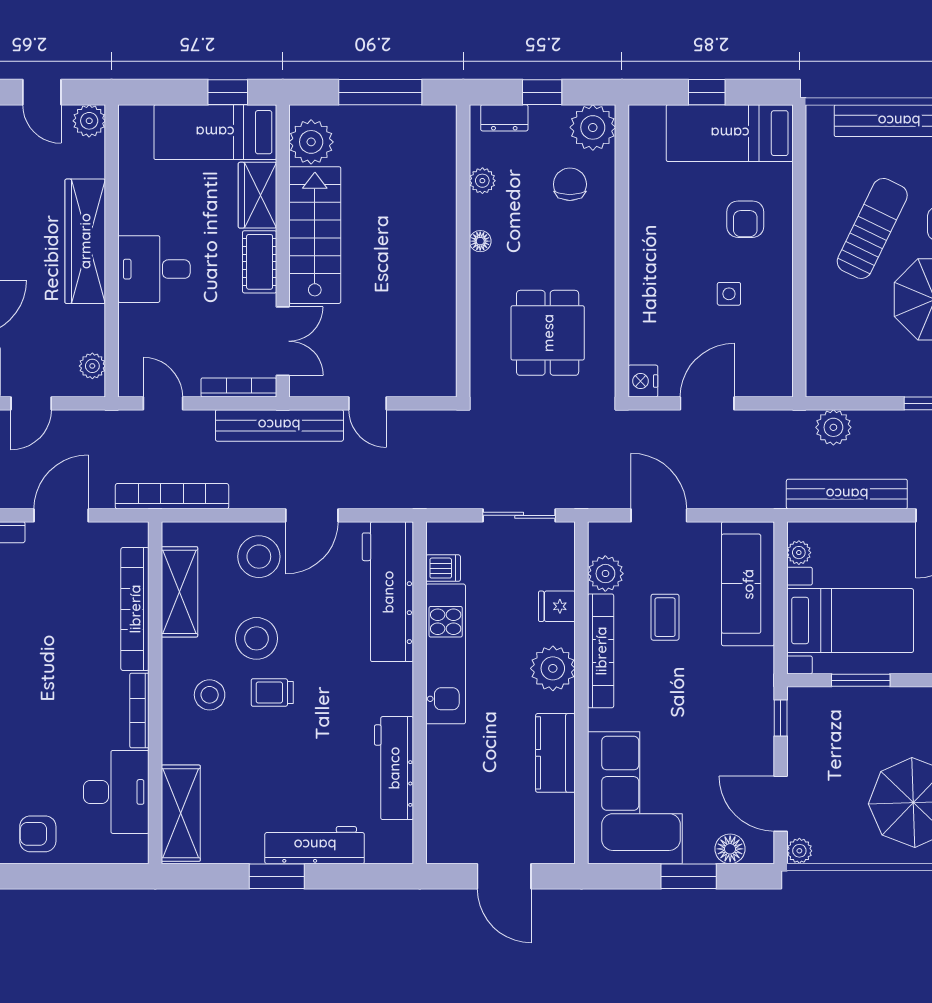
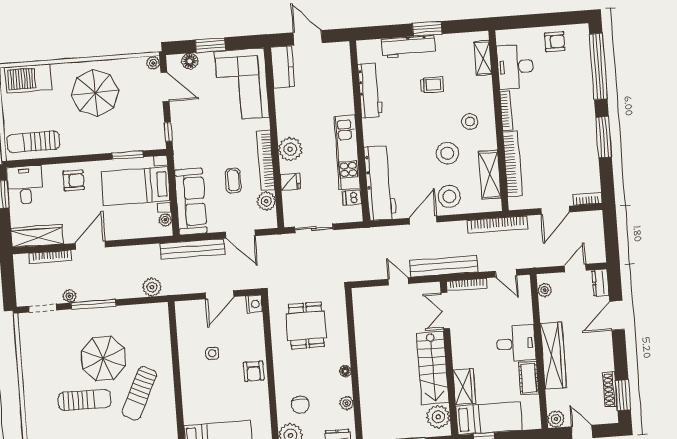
armchair: (745, 219) -> (254, 371), moved, turned 180
cot: (260, 262) -> (529, 378), moved
bench: (847, 494) -> (192, 249), moved
trolley: (272, 692) -> (432, 85), moved
kitchen counter: (555, 753) -> (283, 67), moved
shelving: (181, 813) -> (483, 58), width x0.67, depth x0.75

